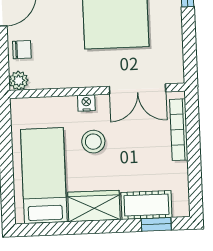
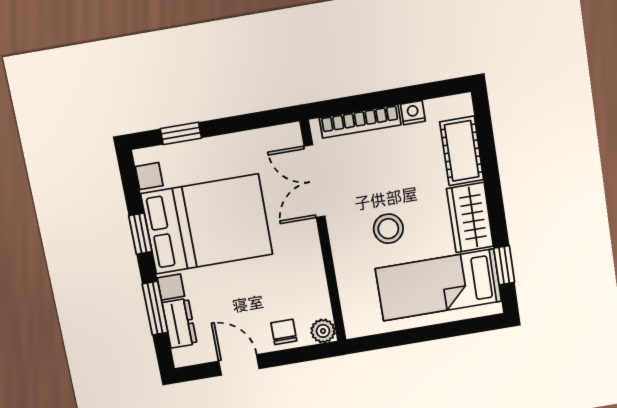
double door: (137, 89) -> (315, 181), swing flipped
nightstand: (86, 103) -> (413, 113), moved, turned 90
window: (156, 224) -> (504, 265), moved

